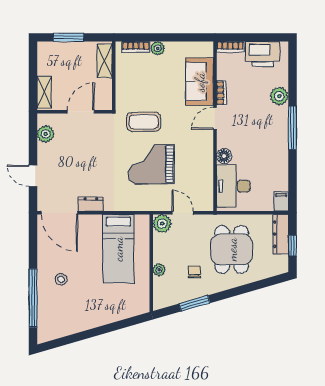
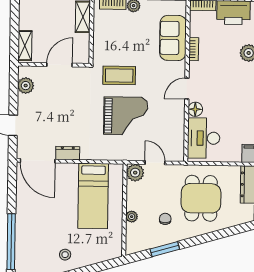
door: (215, 118) -> (187, 89), moved
grand piano: (151, 164) -> (126, 116), turned 180
stool: (61, 279) -> (65, 255), moved

